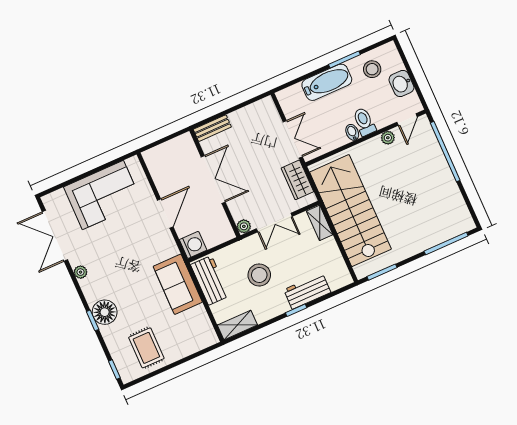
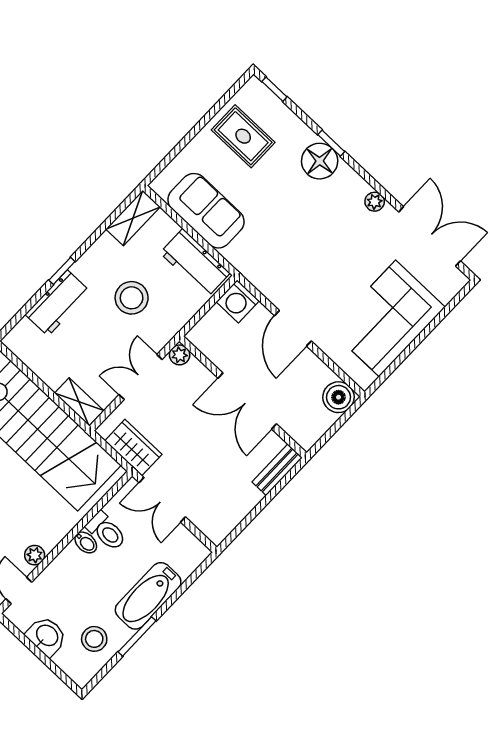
toilet: (364, 122) -> (106, 531), moved
boiler: (154, 158) -> (338, 397), added
sofa: (178, 284) -> (206, 211), moved

